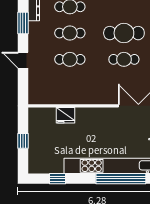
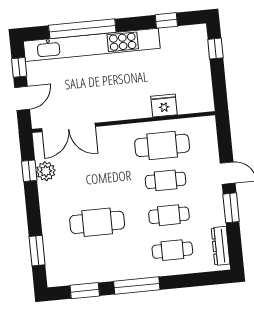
window: (23, 23) -> (231, 208), moved
cafe table: (124, 59) -> (162, 145), moved, width x1.37, depth x1.35
window: (23, 141) -> (215, 49), moved

